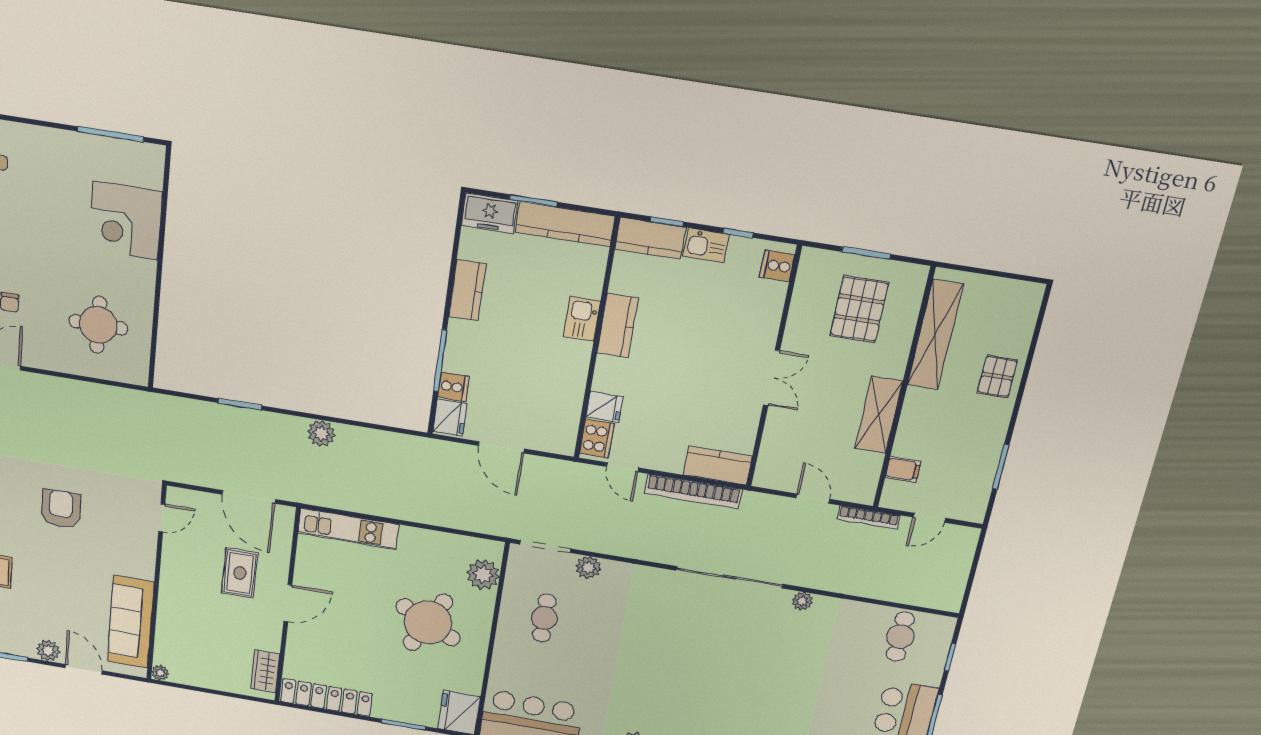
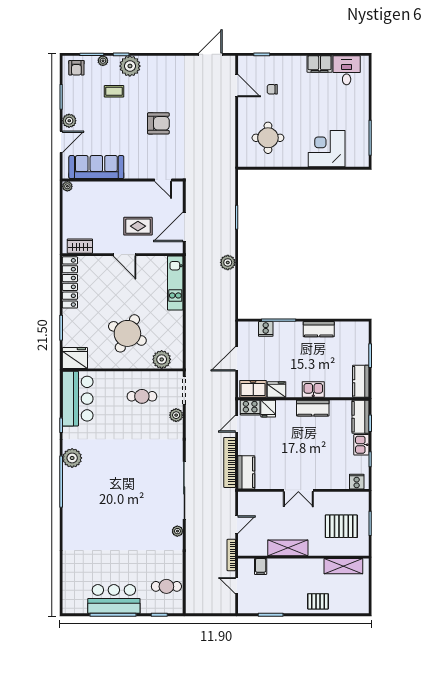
freezer: (490, 213) -> (253, 389), moved, turned 90
kitchen counter: (565, 224) -> (361, 381), width x0.67
shelving: (935, 335) -> (343, 566), width x0.68
fridge: (450, 418) -> (276, 389), moved, turned 180

